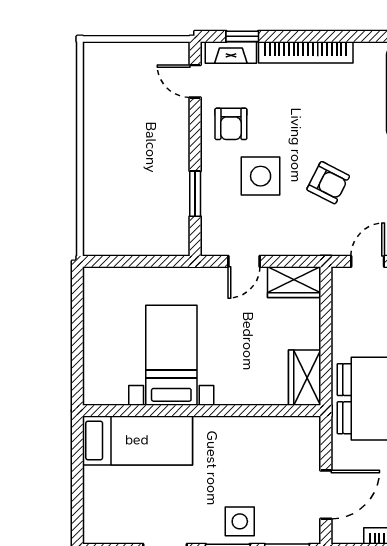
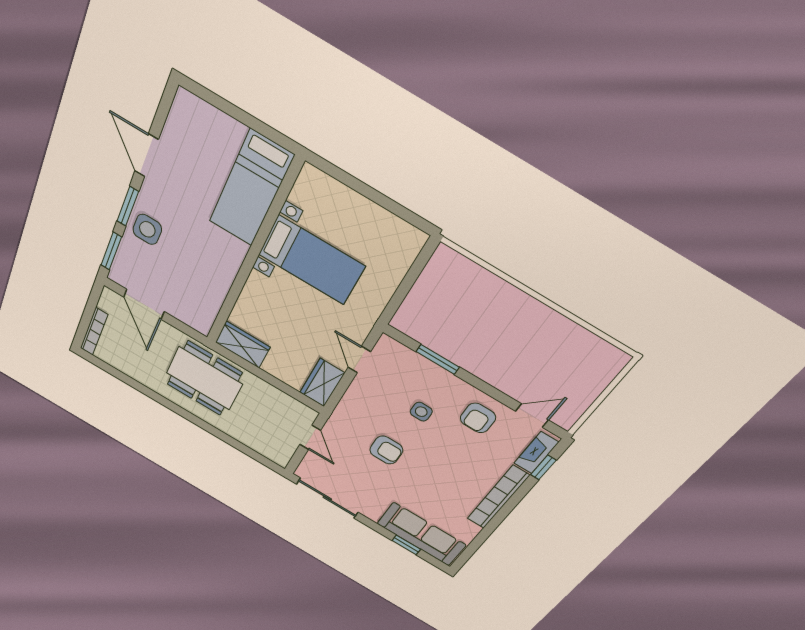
armchair: (231, 124) -> (478, 418), turned -90
side table: (261, 176) -> (421, 412), width x0.54, depth x0.54
armchair: (328, 183) -> (386, 450), turned -117

